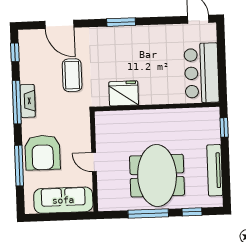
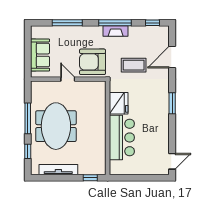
bar counter: (202, 73) -> (122, 137), moved, turned 90
armchair: (43, 153) -> (92, 62), moved
door: (94, 162) -> (68, 79), hinge flipped
meeting table: (157, 176) -> (56, 126), turned 90
sofa: (63, 200) -> (40, 55), width x0.73

